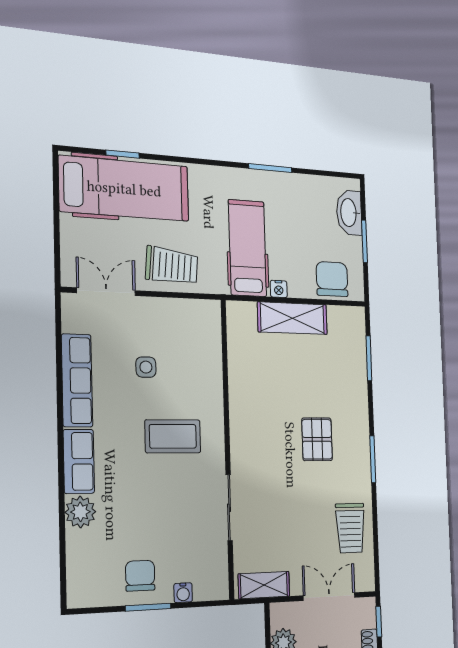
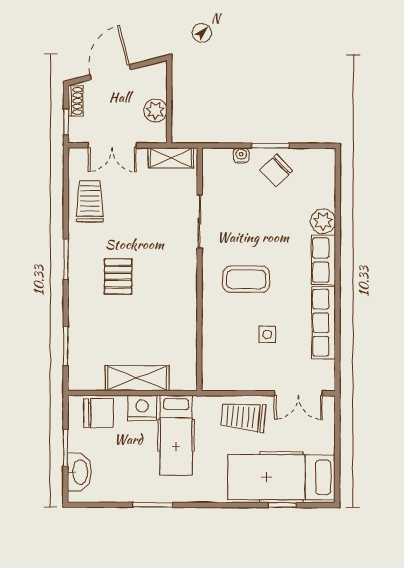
chair: (332, 279) -> (98, 413), turned -90
nightstand: (279, 289) -> (142, 408), width x1.89, depth x1.79
chair: (140, 576) -> (276, 170), turned 46

